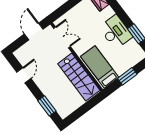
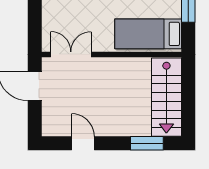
stairs: (79, 77) -> (166, 97), moved, turned 90

